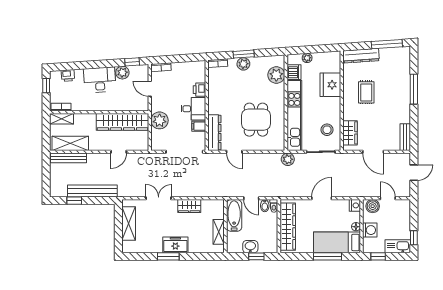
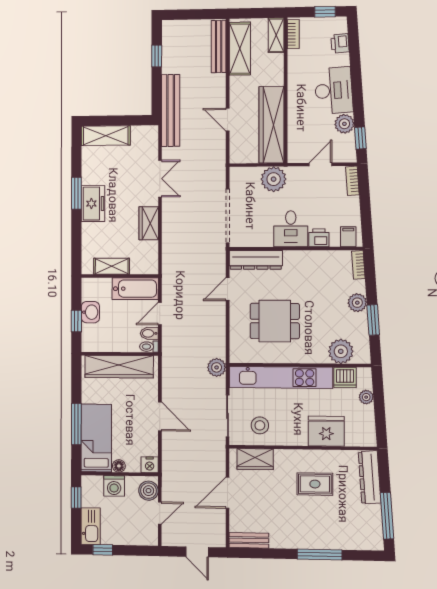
window: (244, 54) -> (373, 320), moved
filing cabinet: (199, 126) -> (348, 237), moved
bench: (92, 191) -> (171, 110), moved
shelving: (129, 223) -> (106, 136), moved

